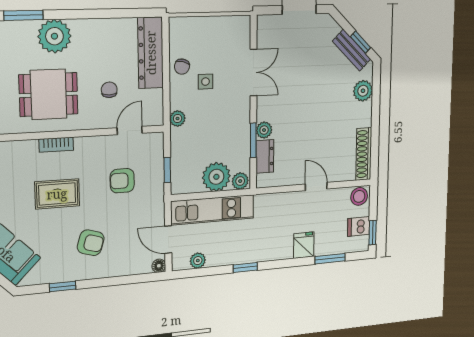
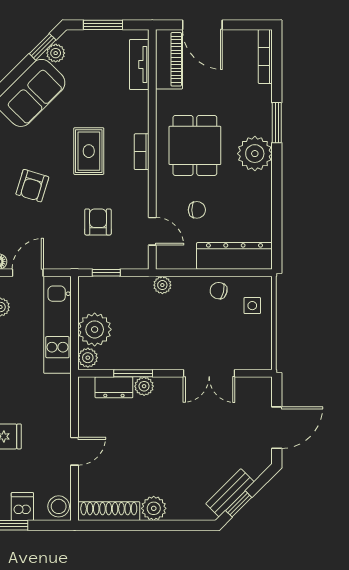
side table: (205, 82) -> (252, 306), moved
plant: (363, 91) -> (154, 508), moved

